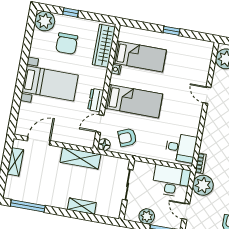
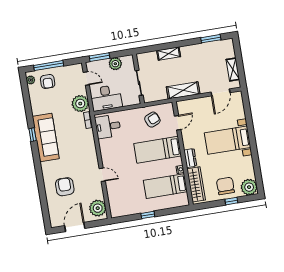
chair: (67, 43) -> (225, 186), moved
dresser: (96, 100) -> (190, 158), moved
floor lamp: (104, 145) -> (168, 108), removed
window: (28, 206) -> (211, 39), width x0.69

